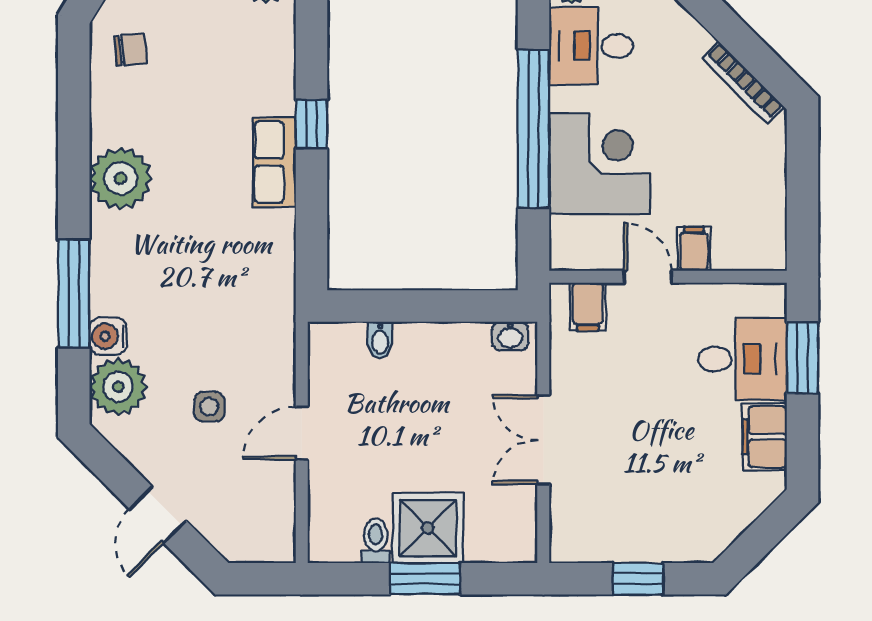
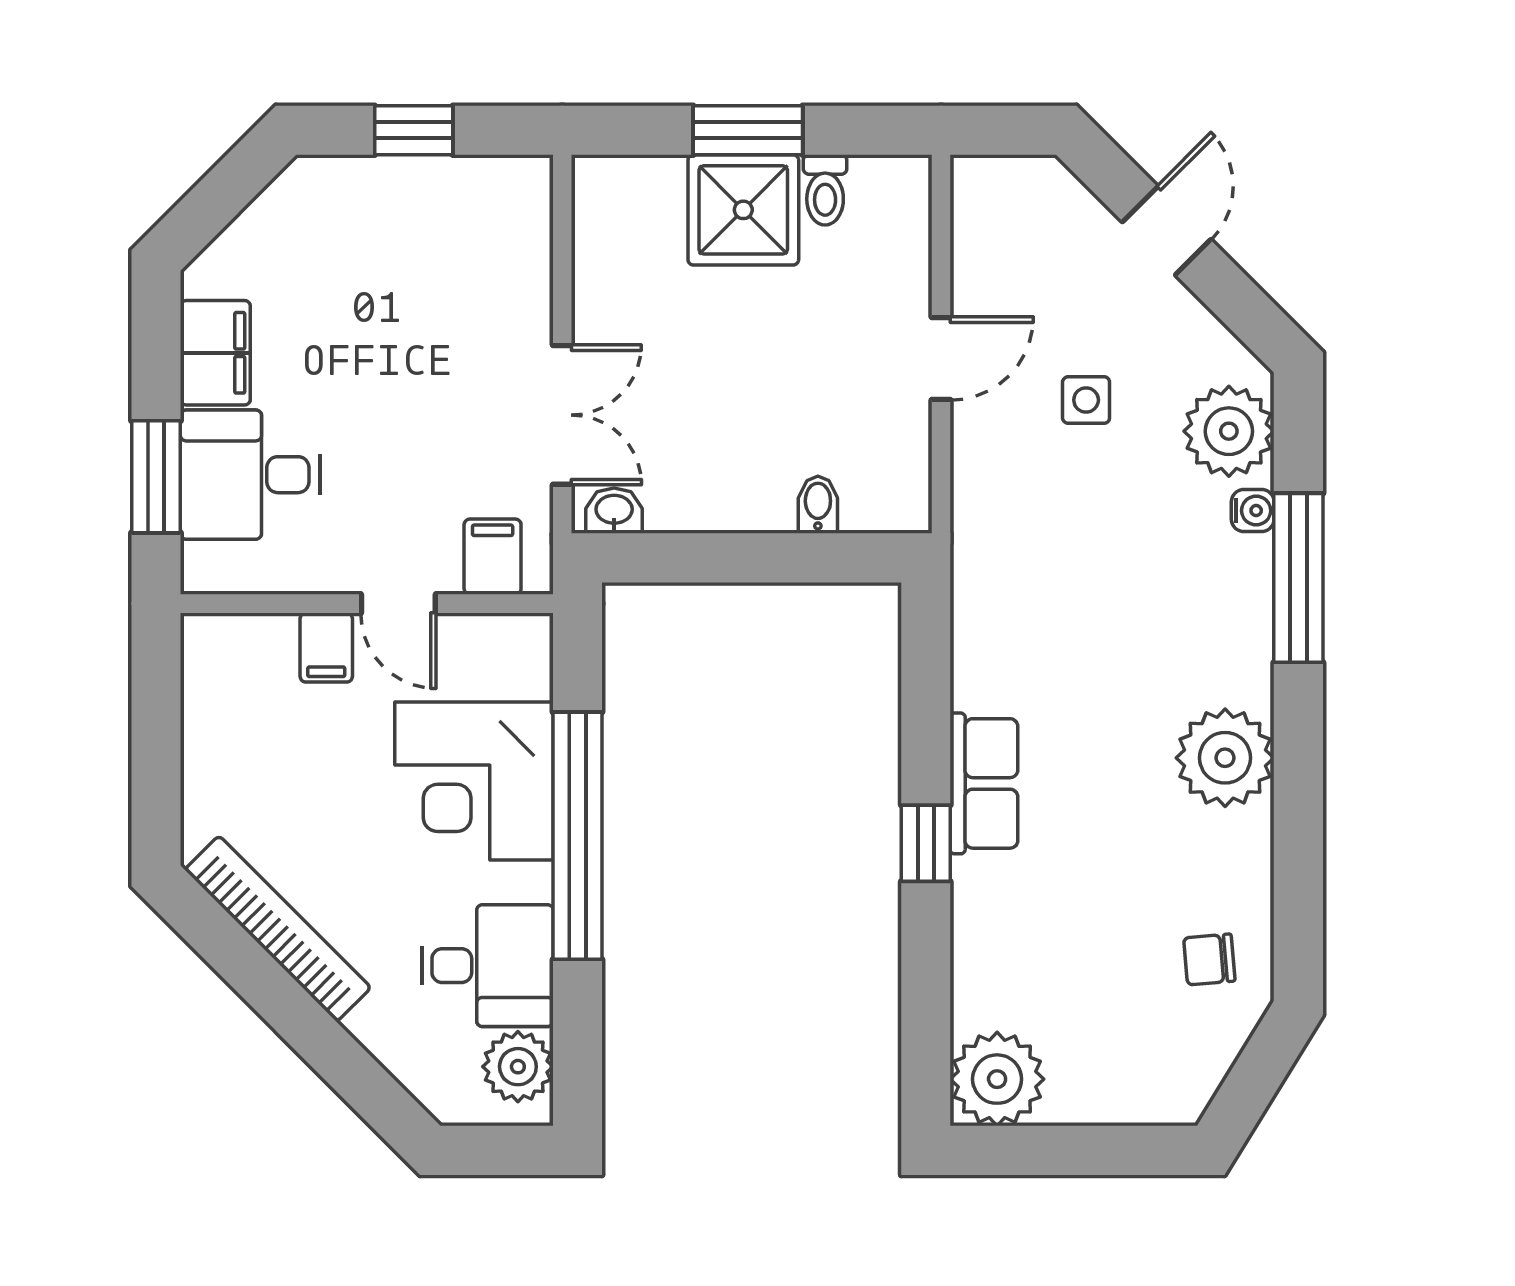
bookcase: (743, 83) -> (278, 929), width x1.48, depth x1.31
water cooler: (108, 336) -> (1253, 511), width x0.72, depth x0.72
double door: (543, 440) -> (562, 415), moved

